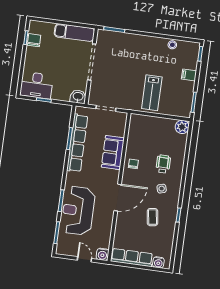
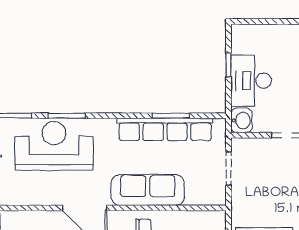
desk: (37, 85) -> (251, 81), moved
sofa: (113, 152) -> (148, 190), width x1.36

